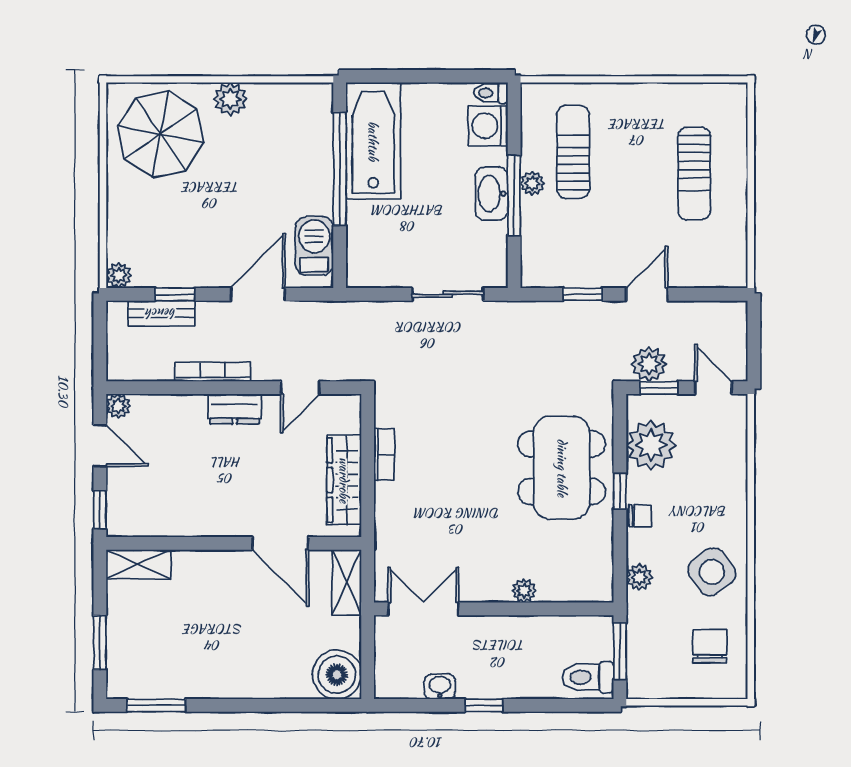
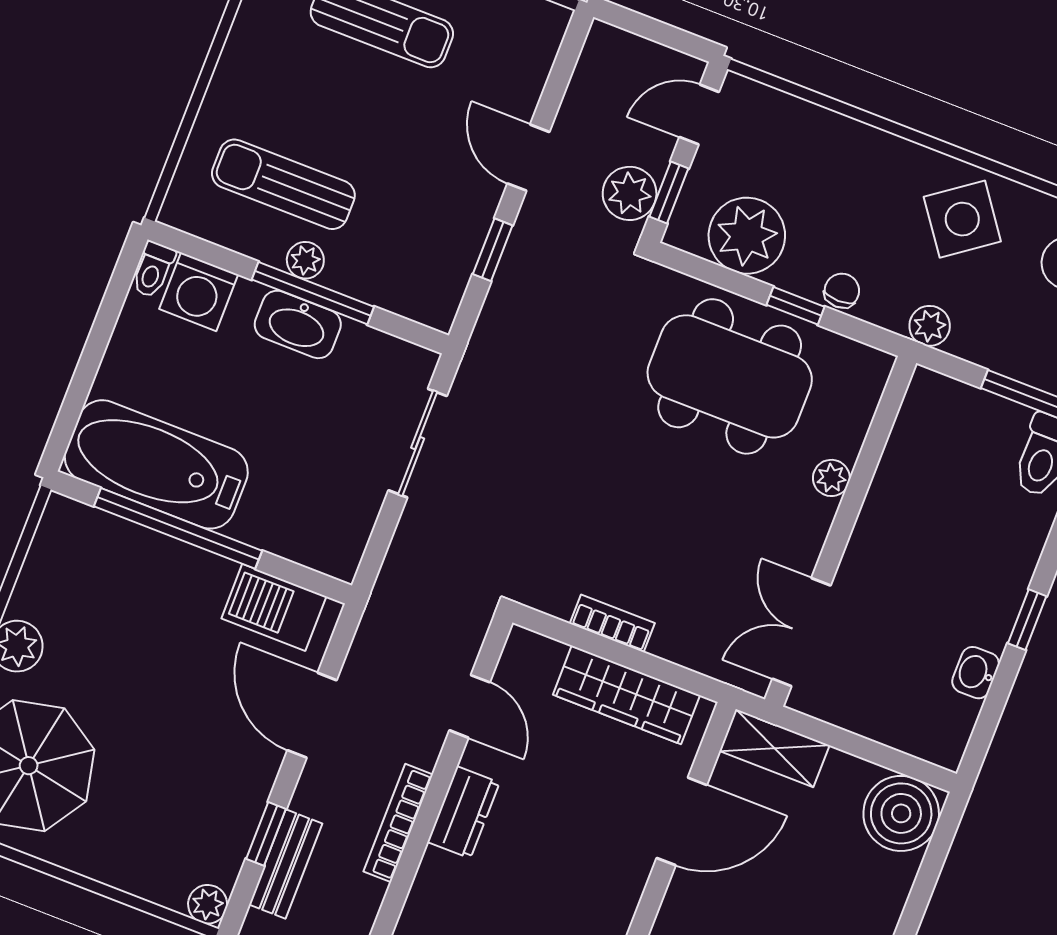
plant: (524, 591) -> (831, 478), moved
double door: (423, 609) -> (801, 632), moved
wall: (494, 609) -> (841, 531), moved

